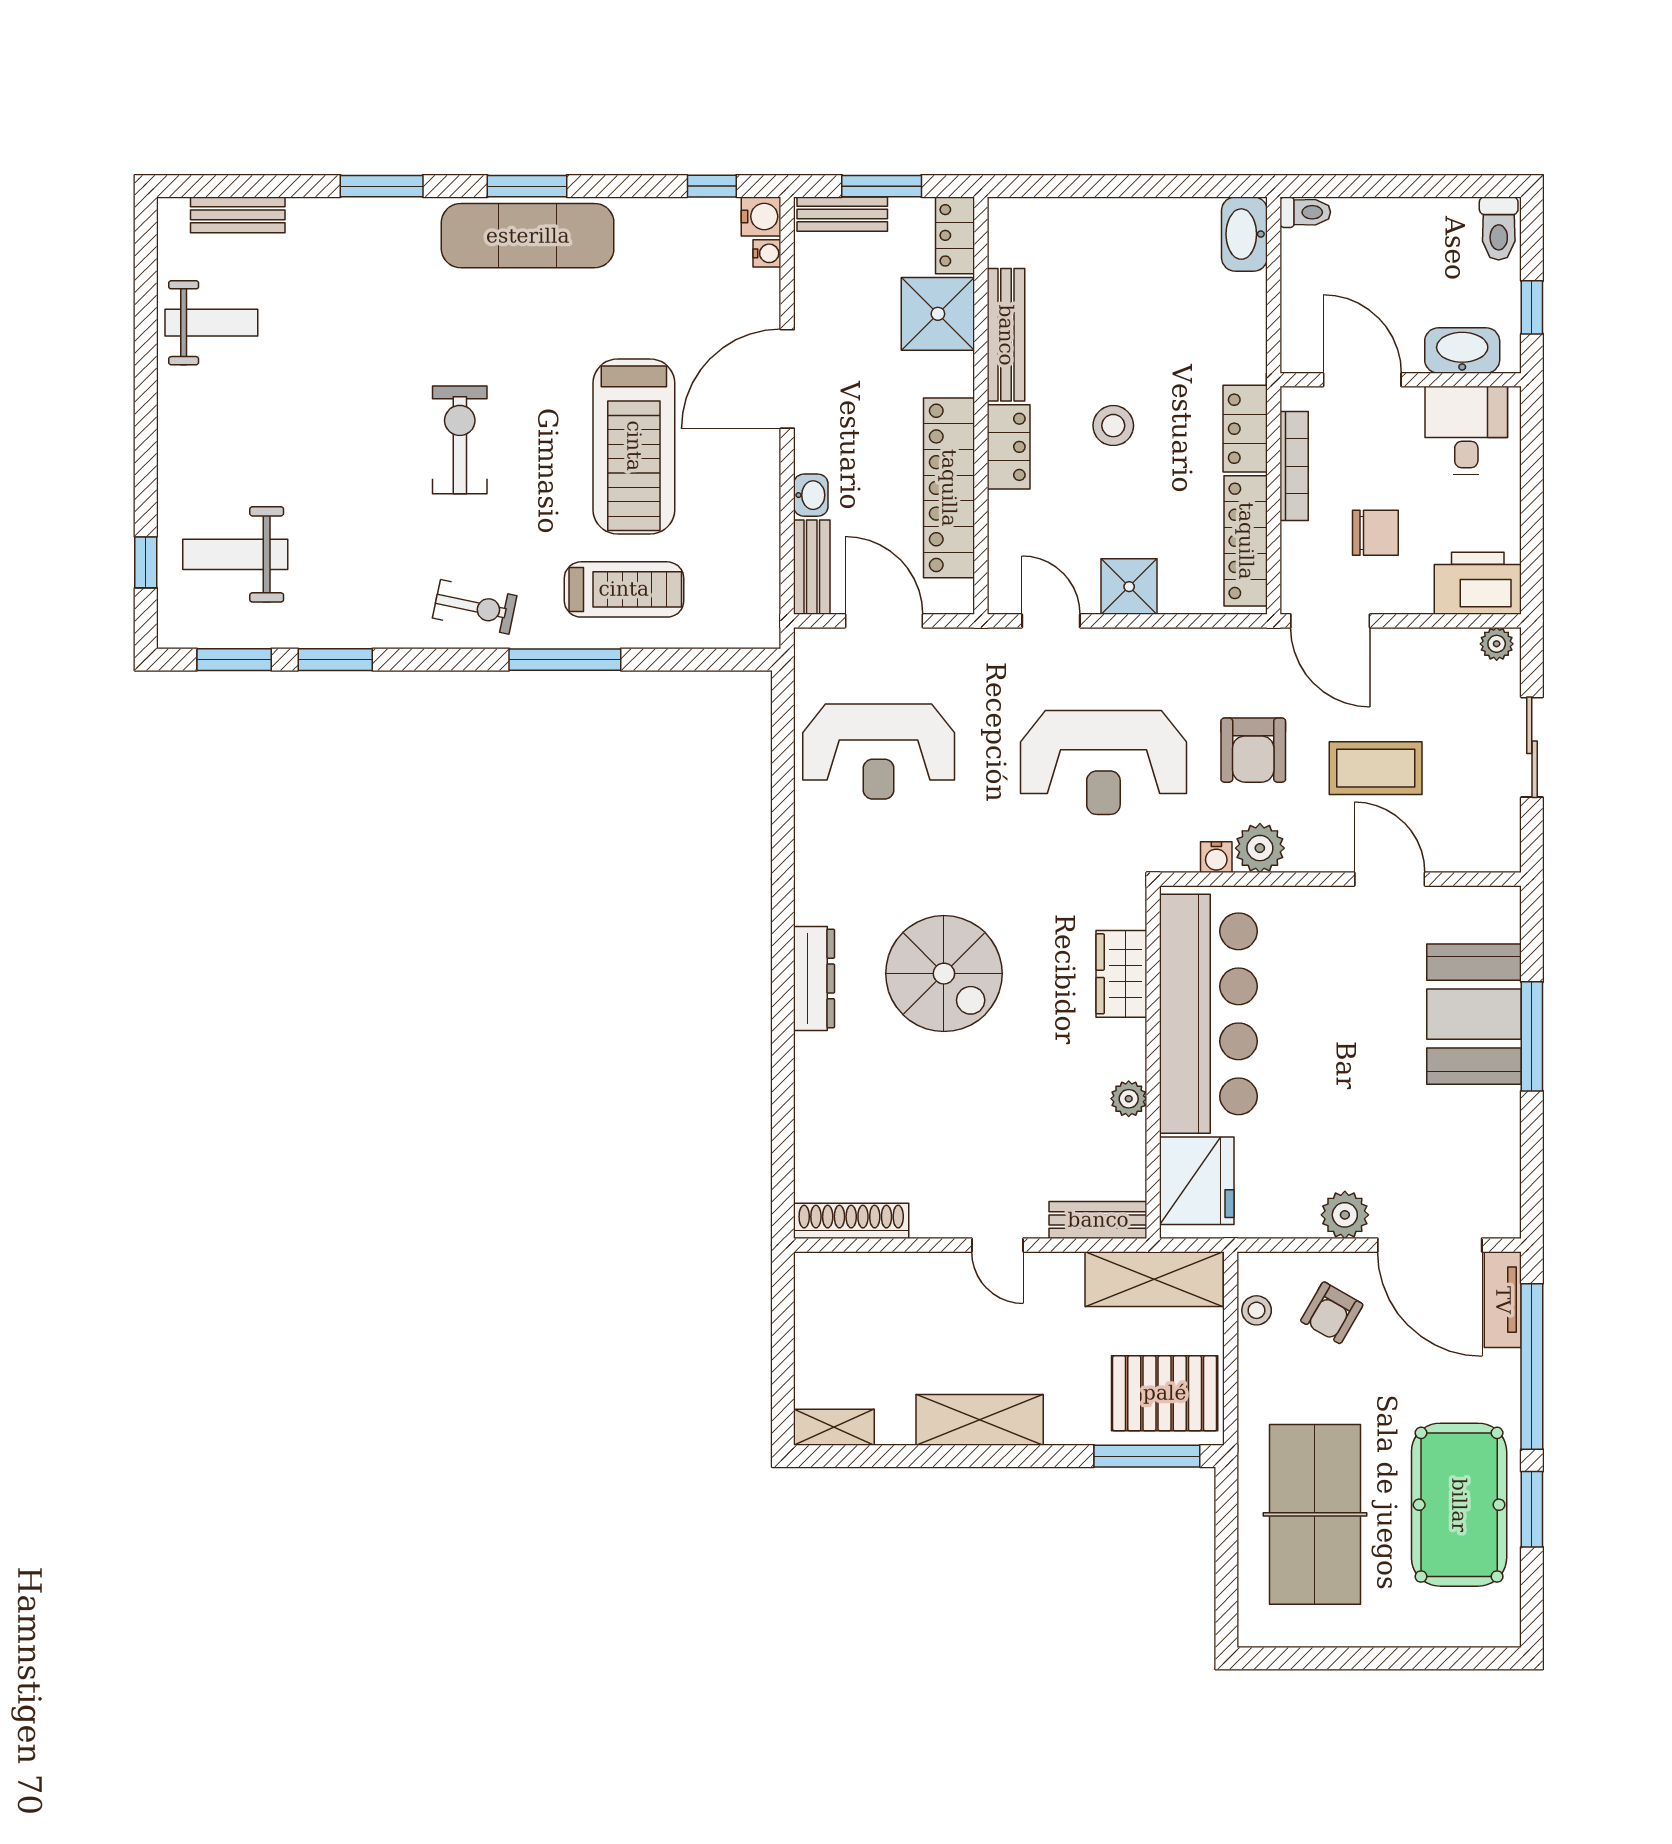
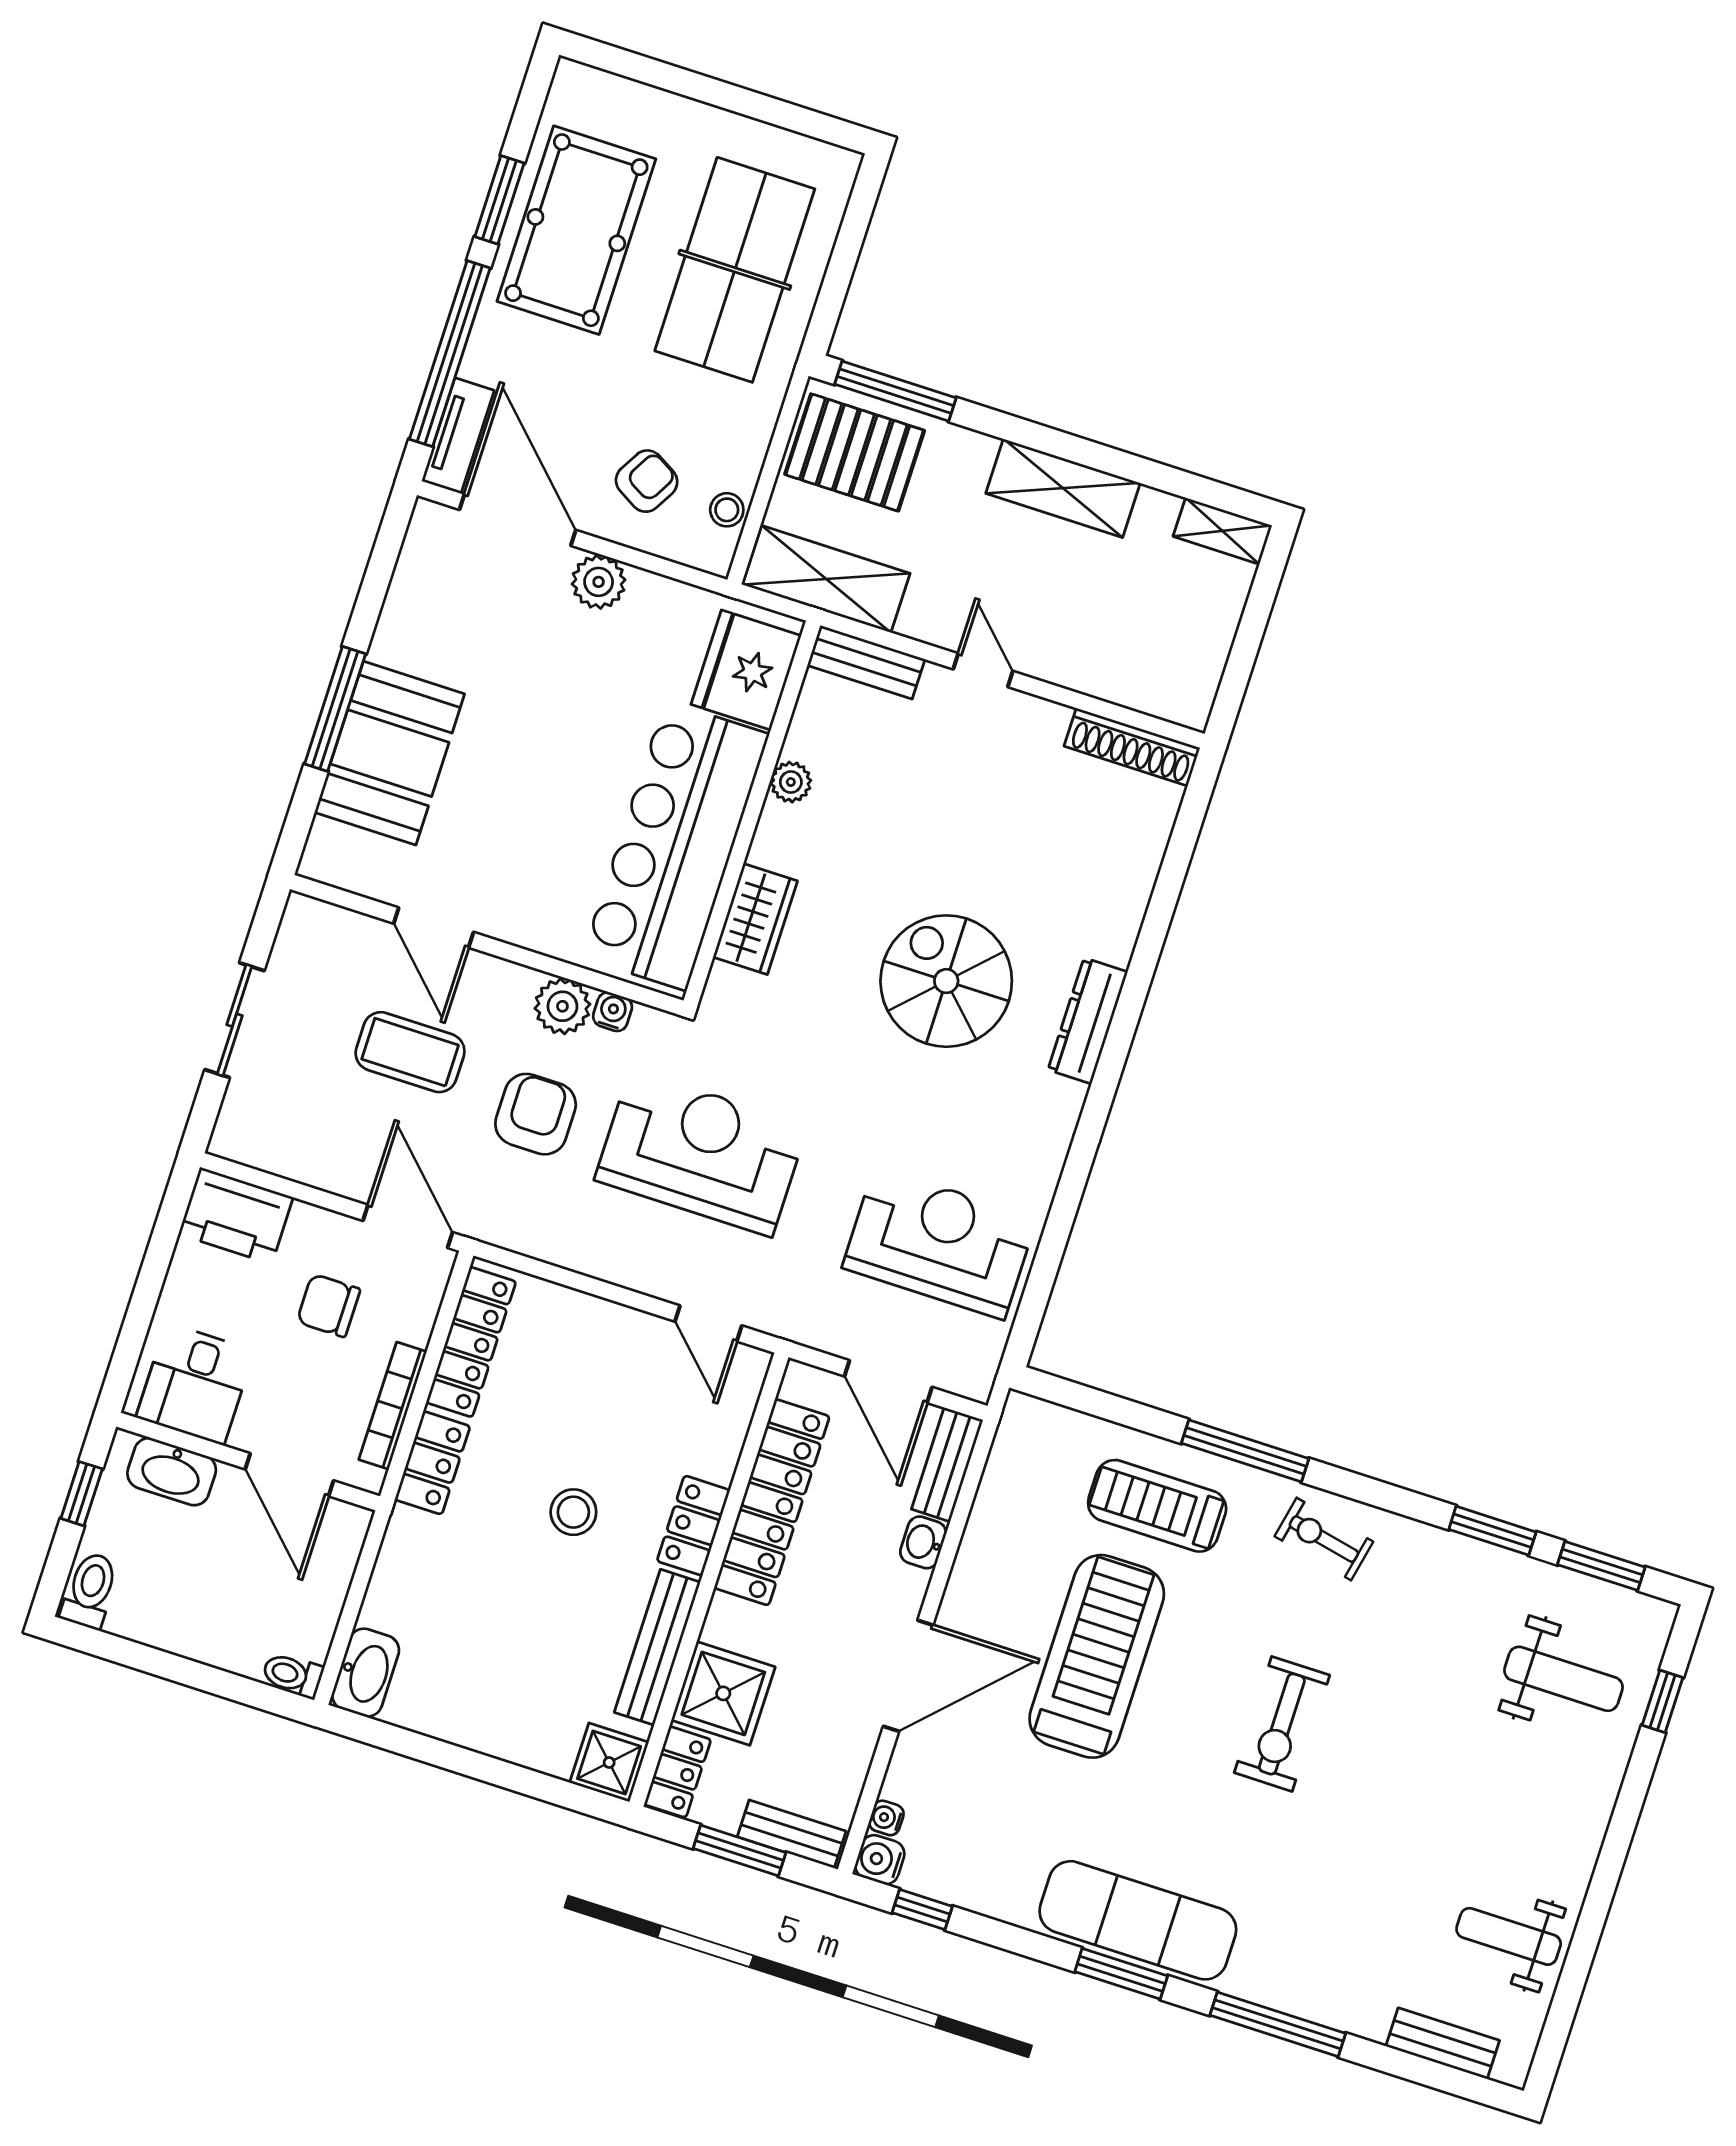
window: (382, 186) -> (1278, 2024), width x1.44
shower: (1129, 587) -> (609, 1762), moved
plant: (1497, 644) -> (237, 1144), removed

